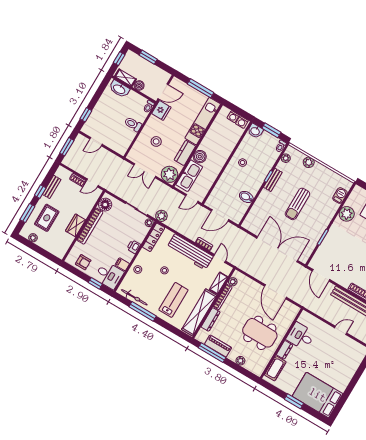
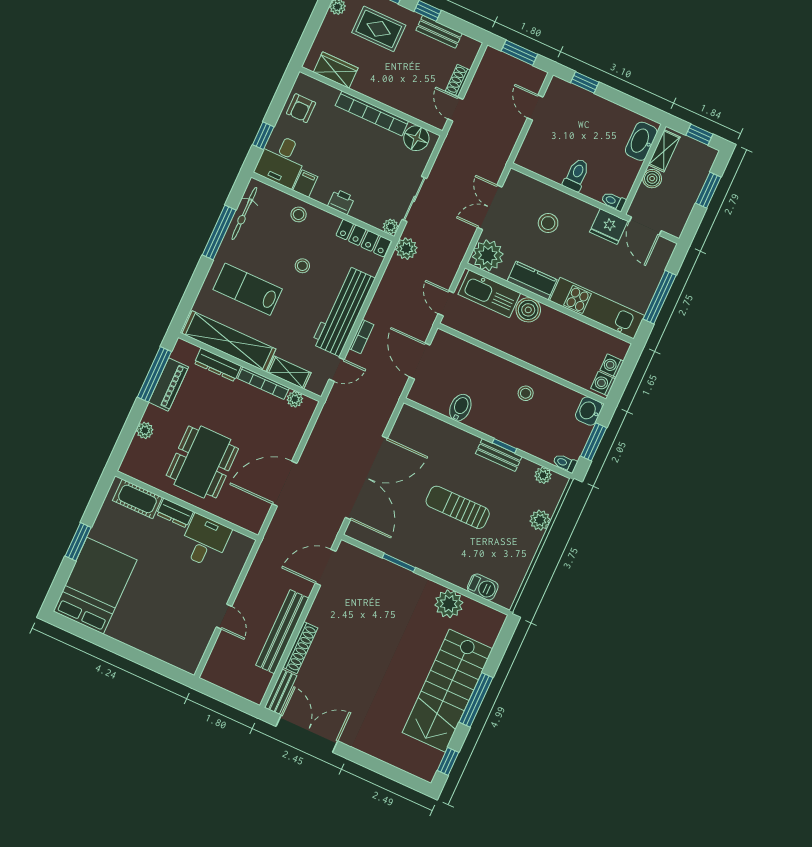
wardrobe: (76, 225) -> (336, 70), moved
lab bench: (173, 300) -> (248, 289), turned 180

